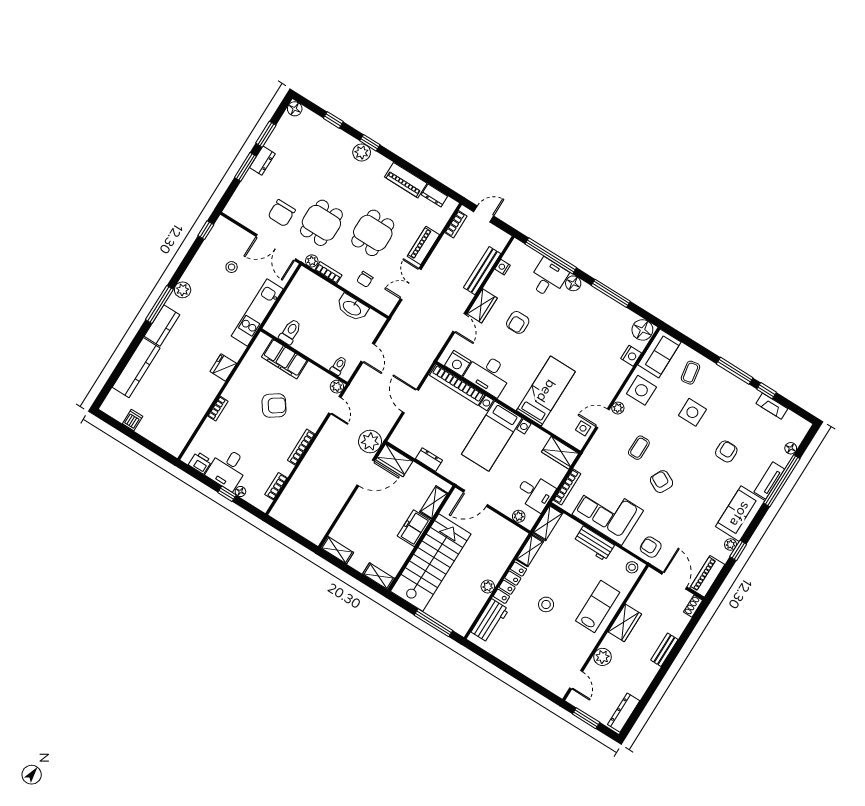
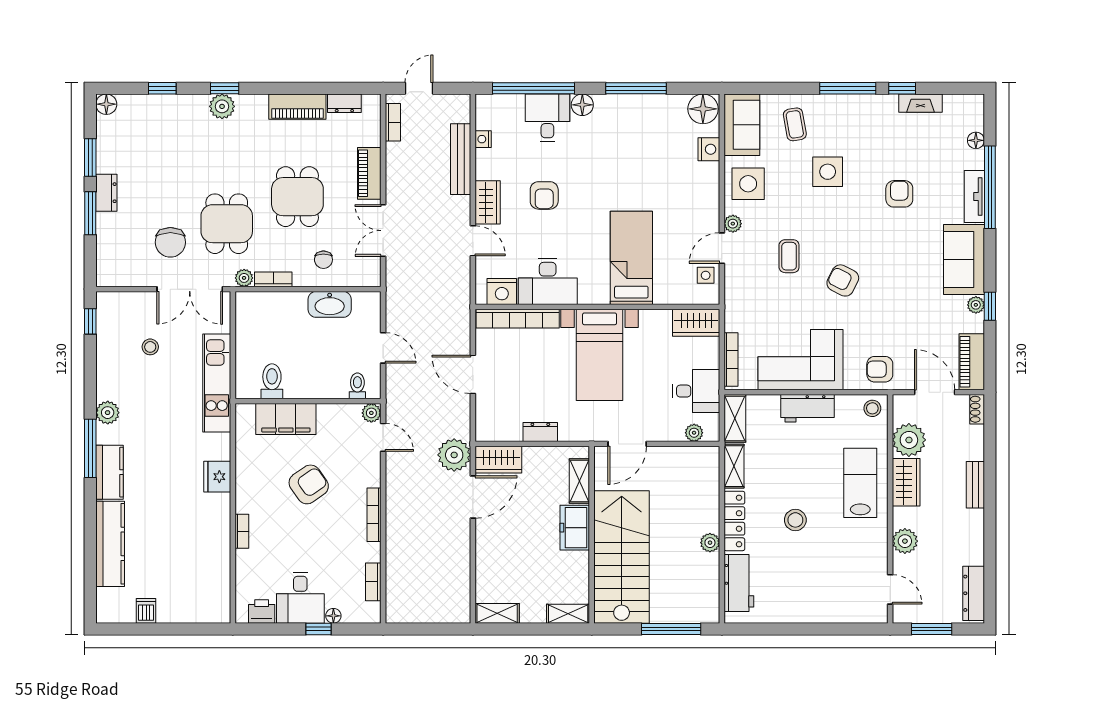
plant: (642, 599) -> (909, 440), added

